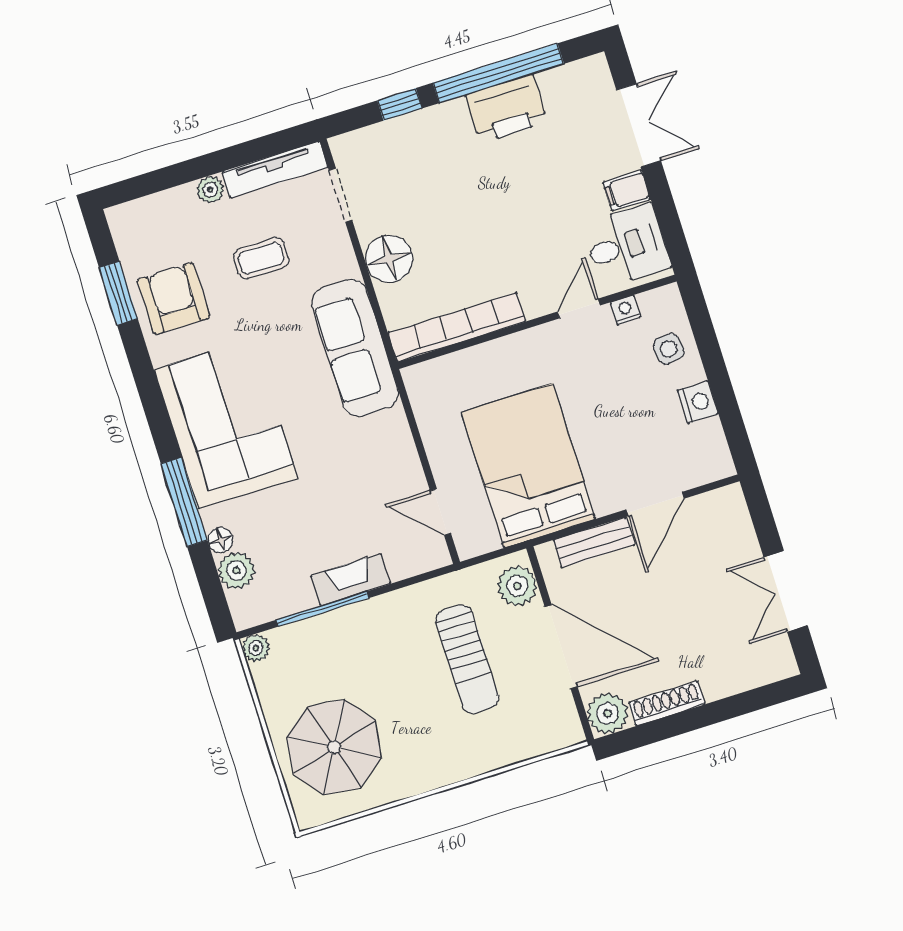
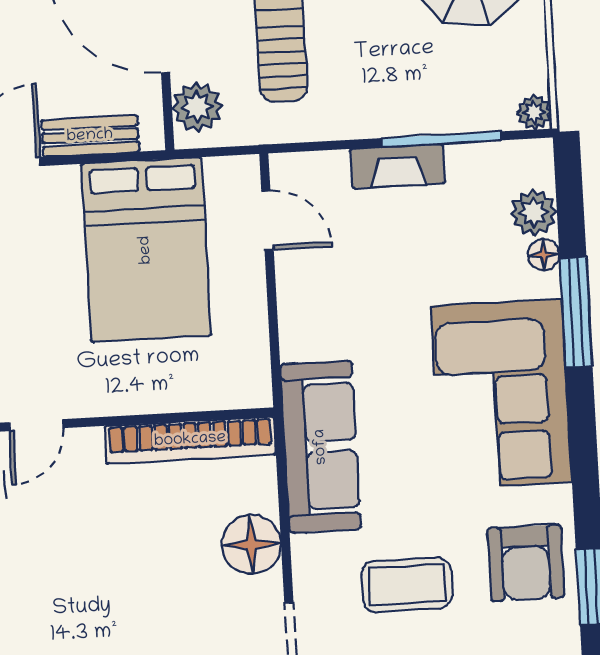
coffee table: (261, 258) -> (407, 585), width x1.36, depth x1.30

